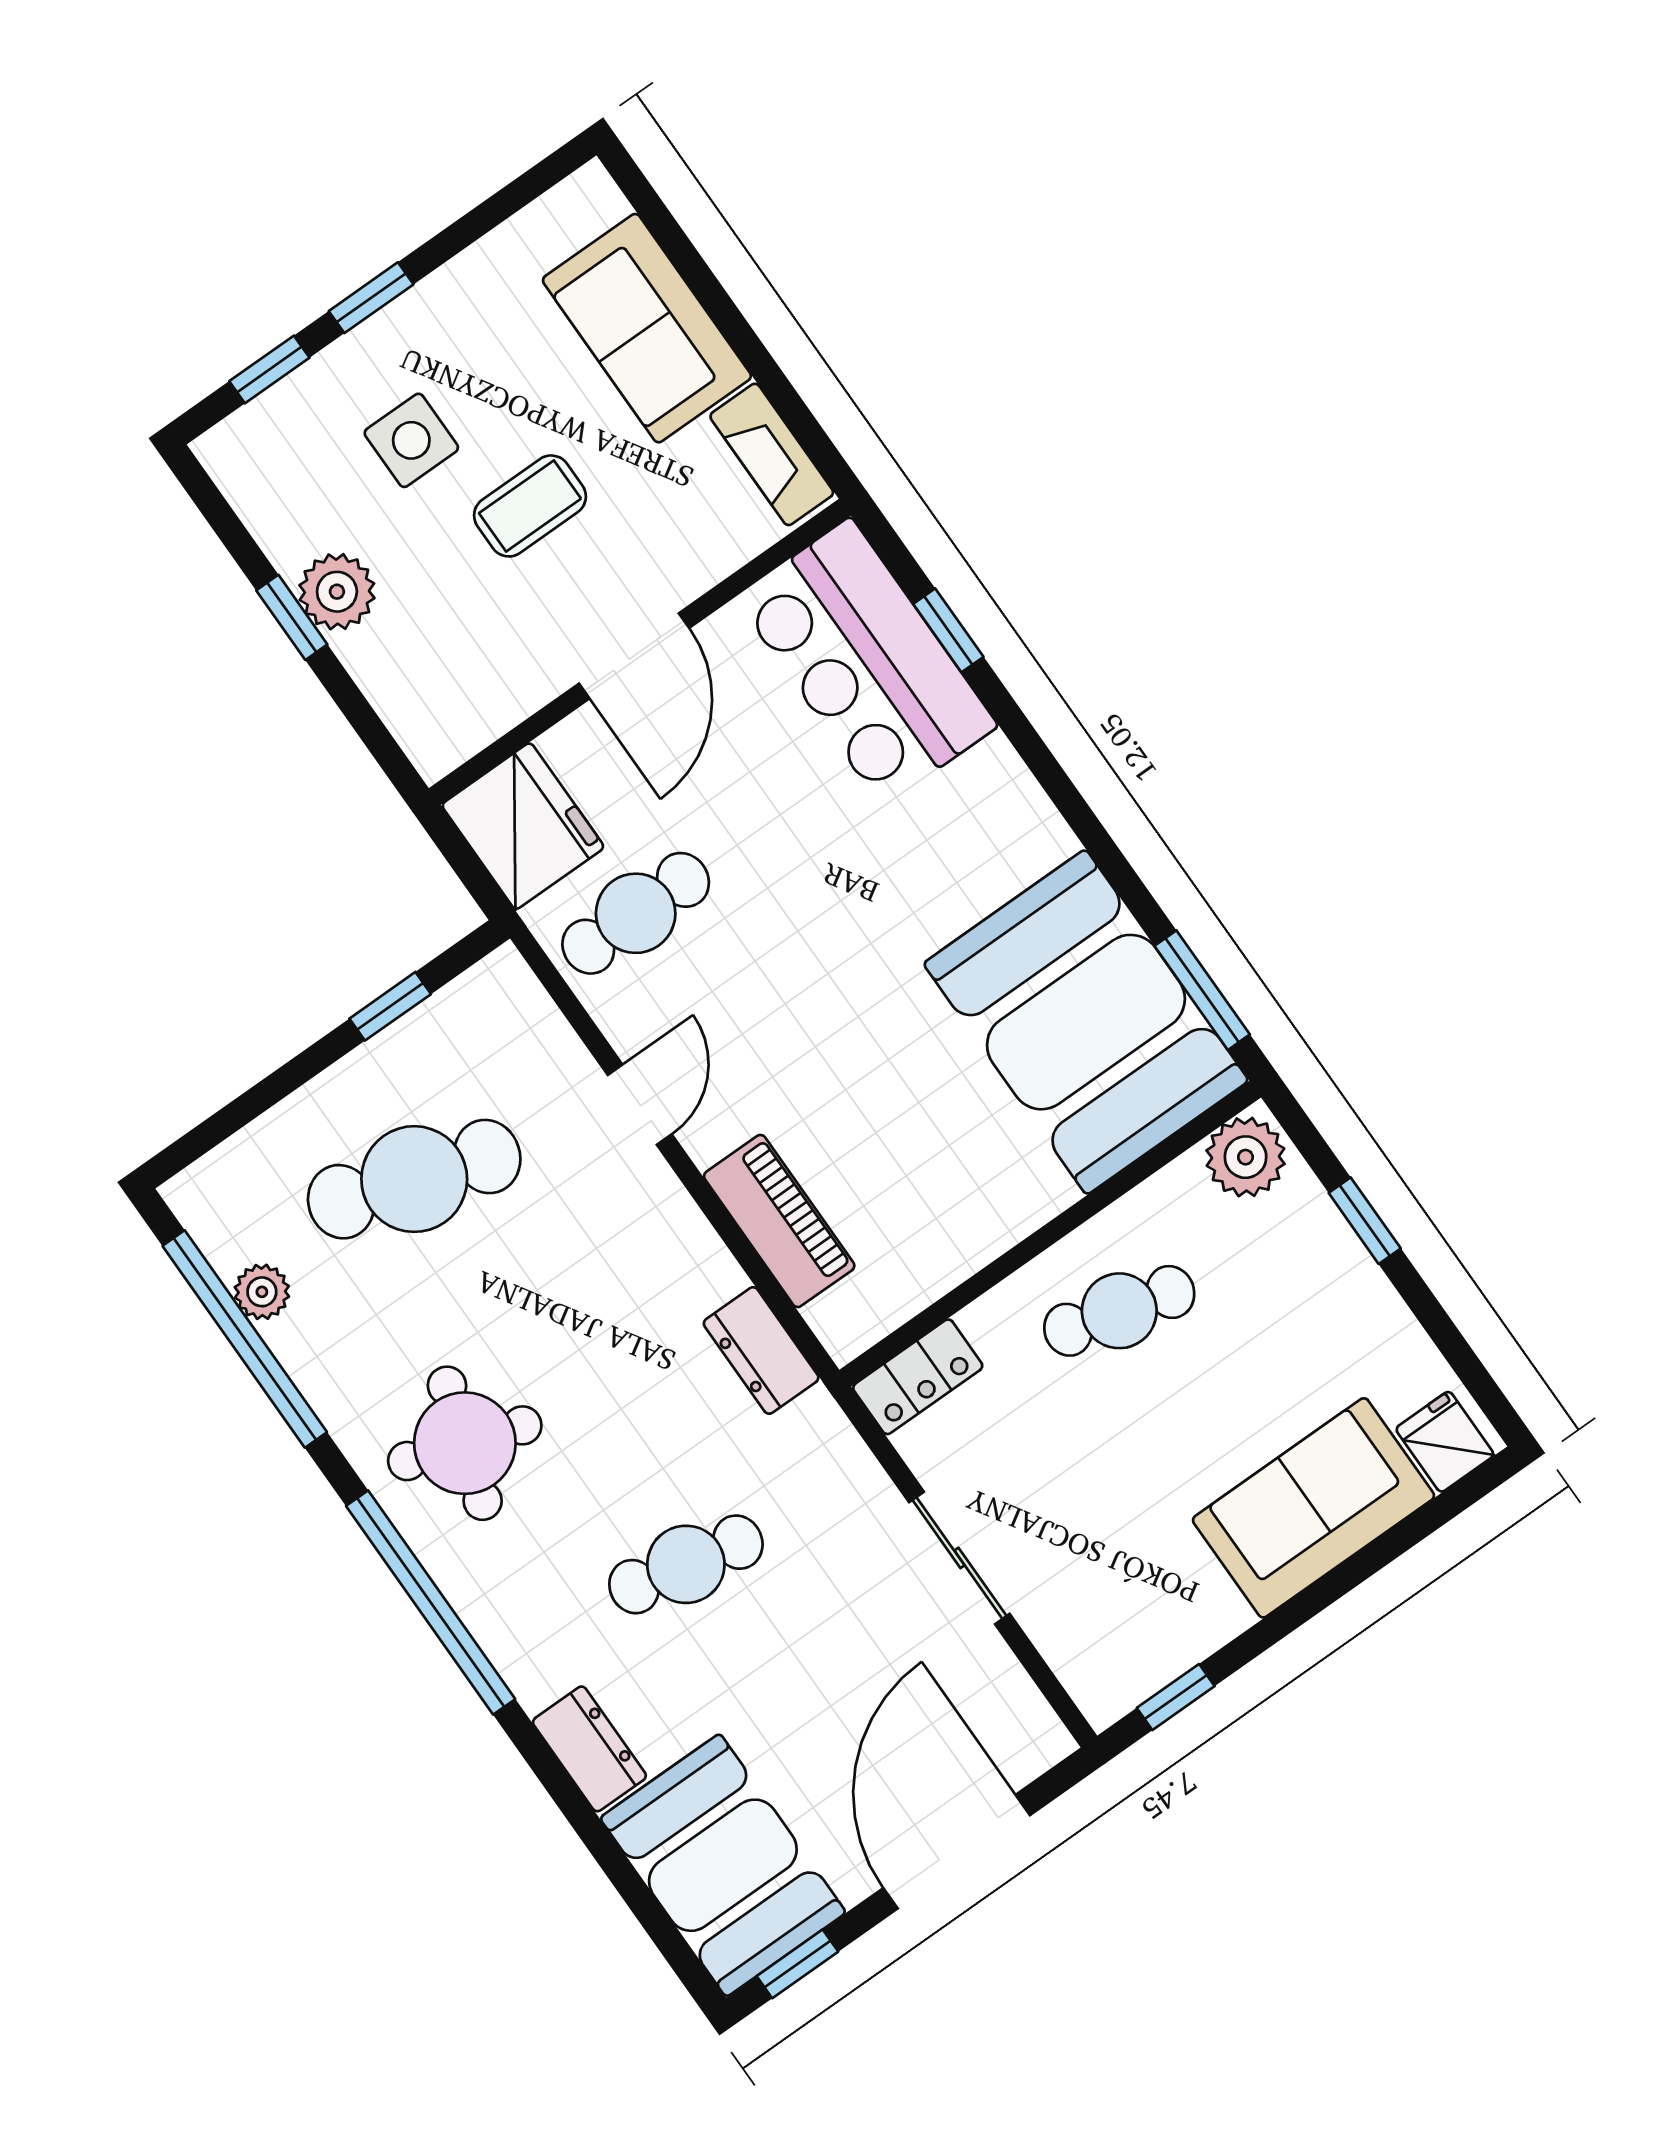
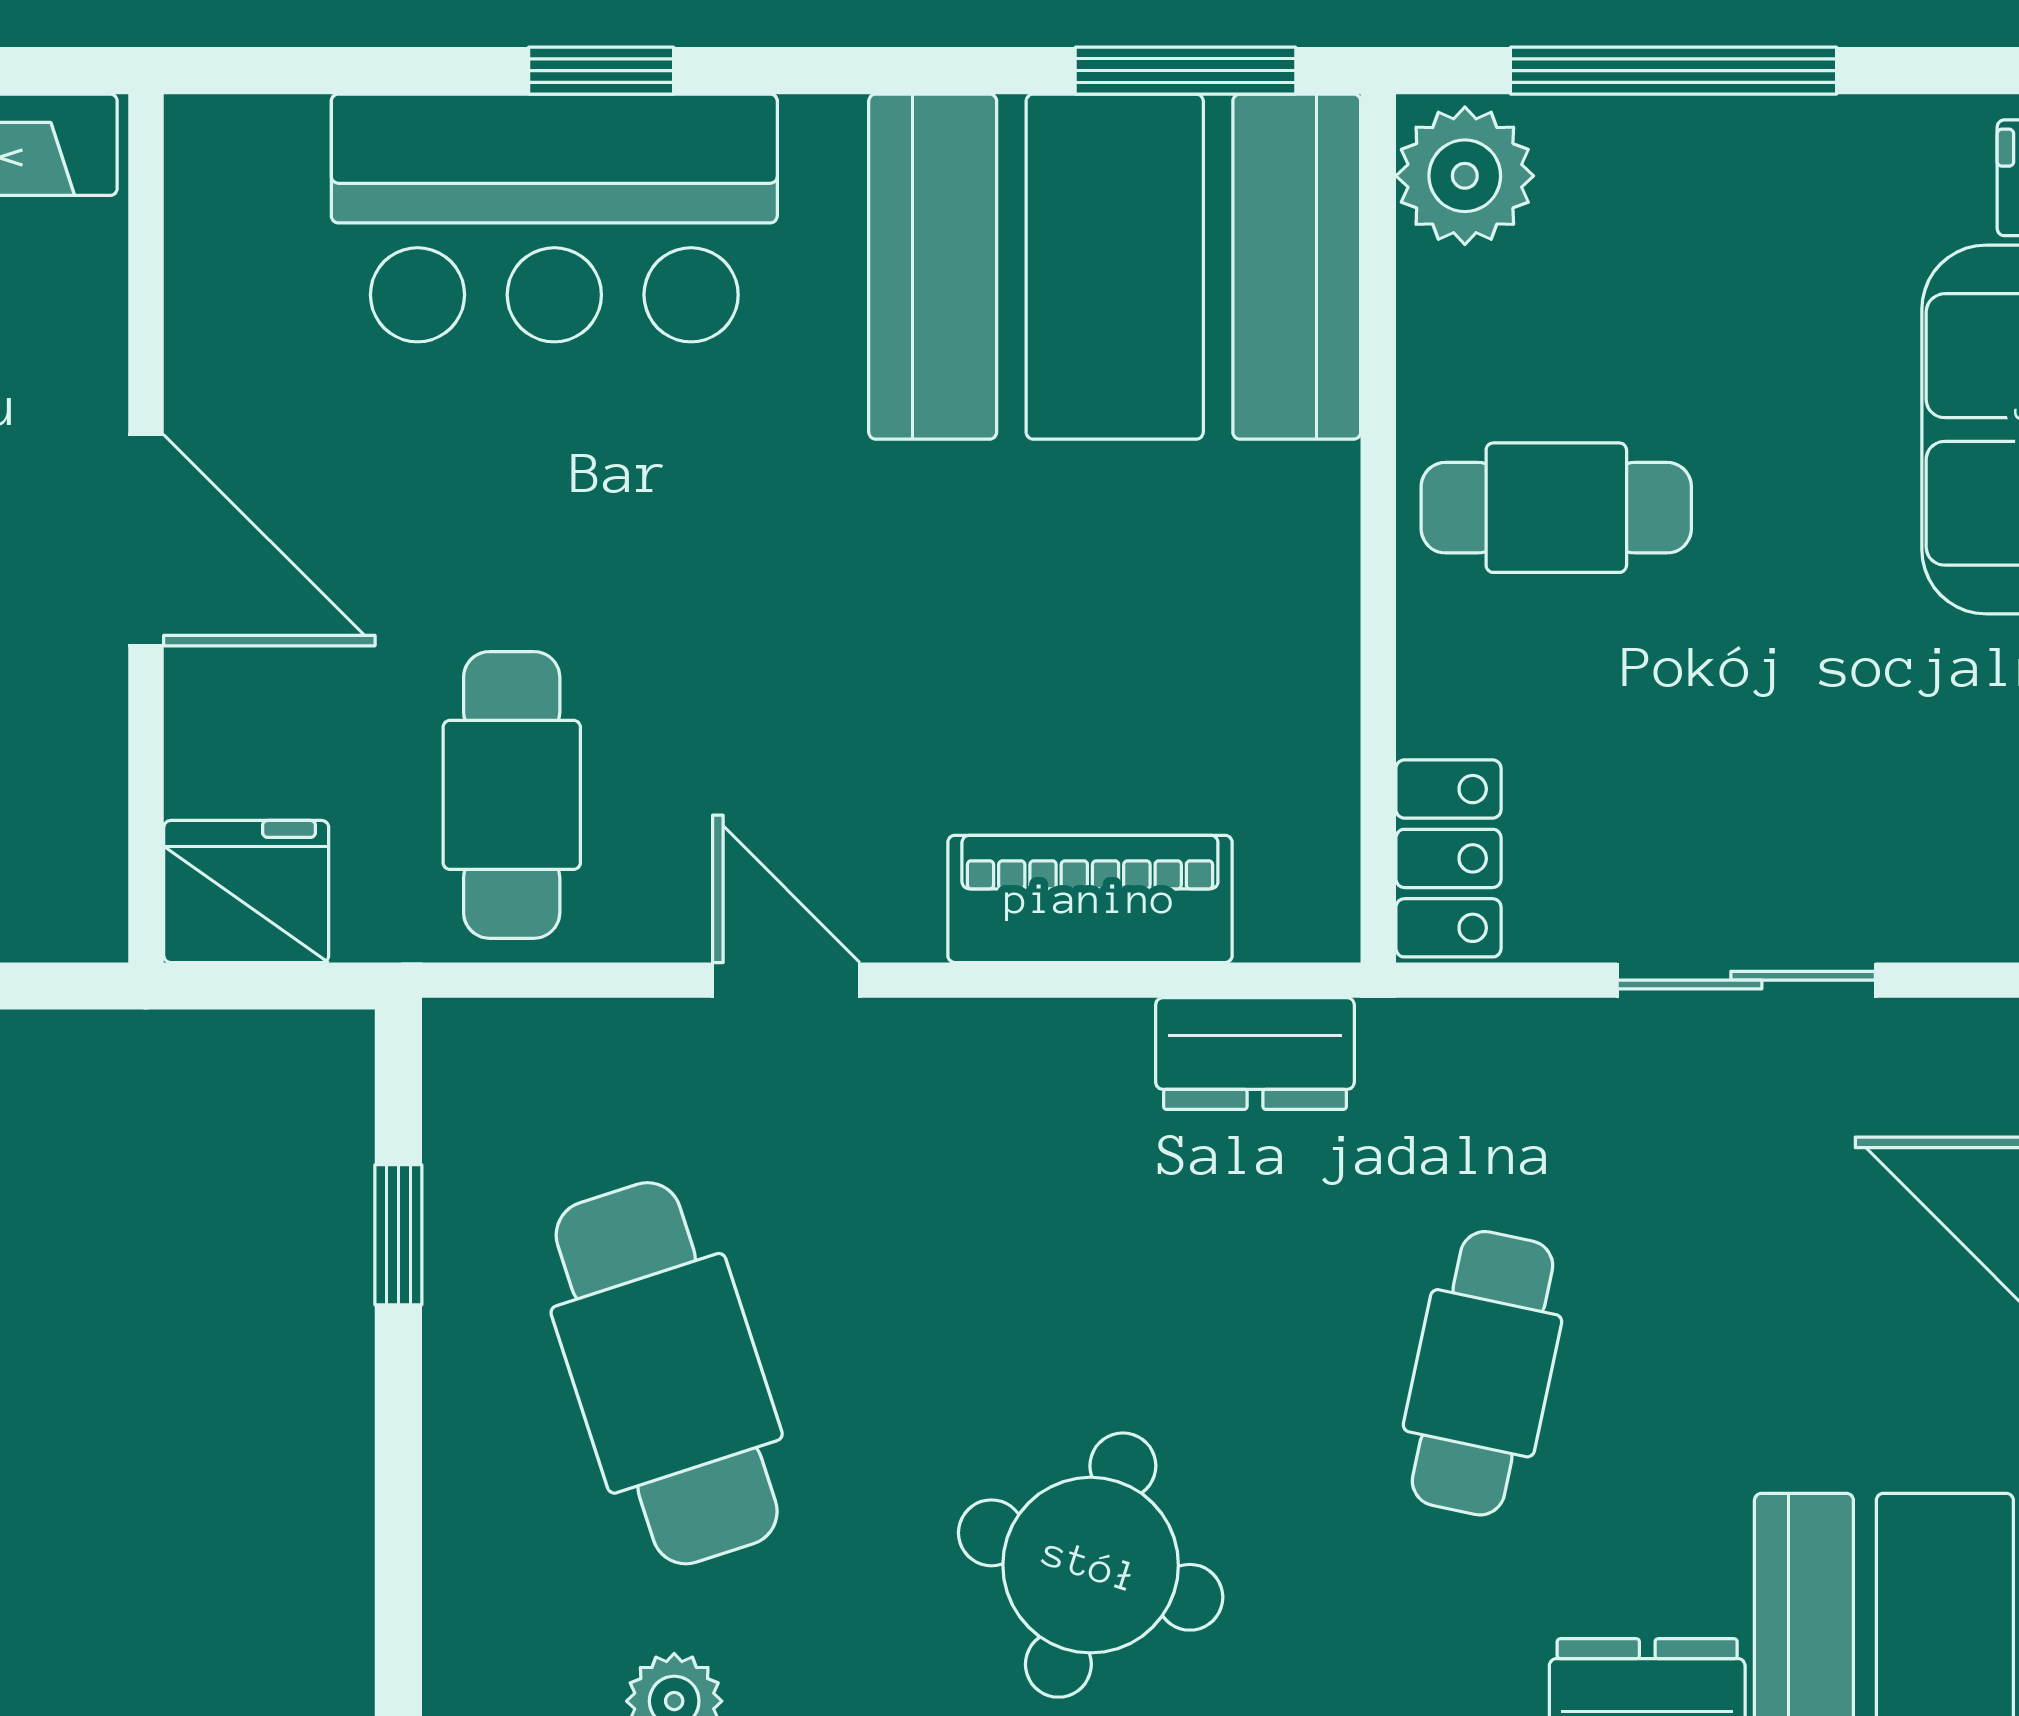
window: (948, 630) -> (601, 71), moved
bar counter: (866, 662) -> (554, 218), moved
fridge: (523, 826) -> (246, 891), width x0.73, depth x0.75
cafe table: (414, 1179) -> (667, 1373), turned -36
window: (1365, 1221) -> (1674, 71), width x2.17
cafe table: (1119, 1311) -> (1556, 508), turned 75

